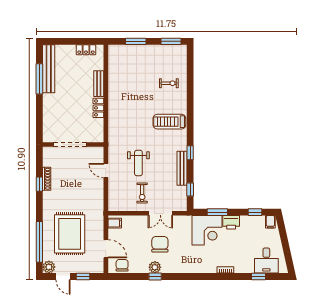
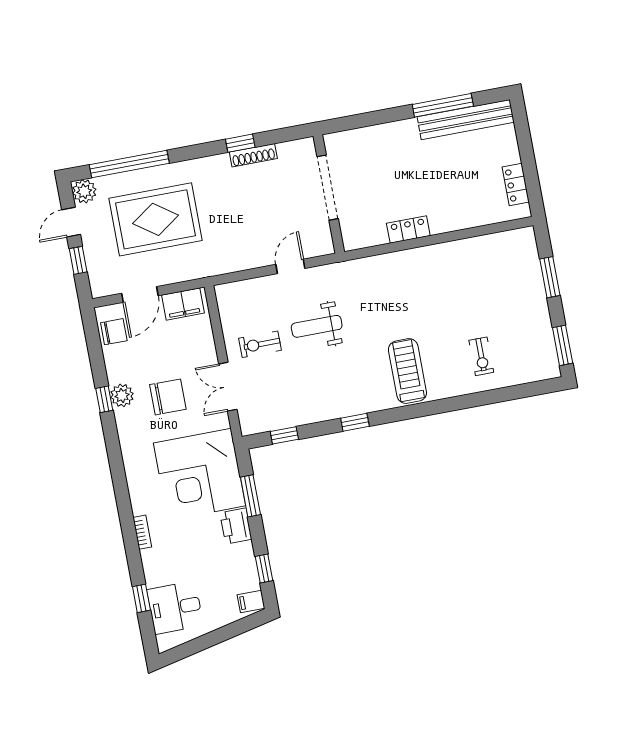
bench: (99, 84) -> (455, 221), removed
bench: (182, 168) -> (322, 412), removed
filing cabinet: (115, 223) -> (183, 304), width x2.00
corner desk: (207, 230) -> (200, 474), width x1.36, depth x1.36

